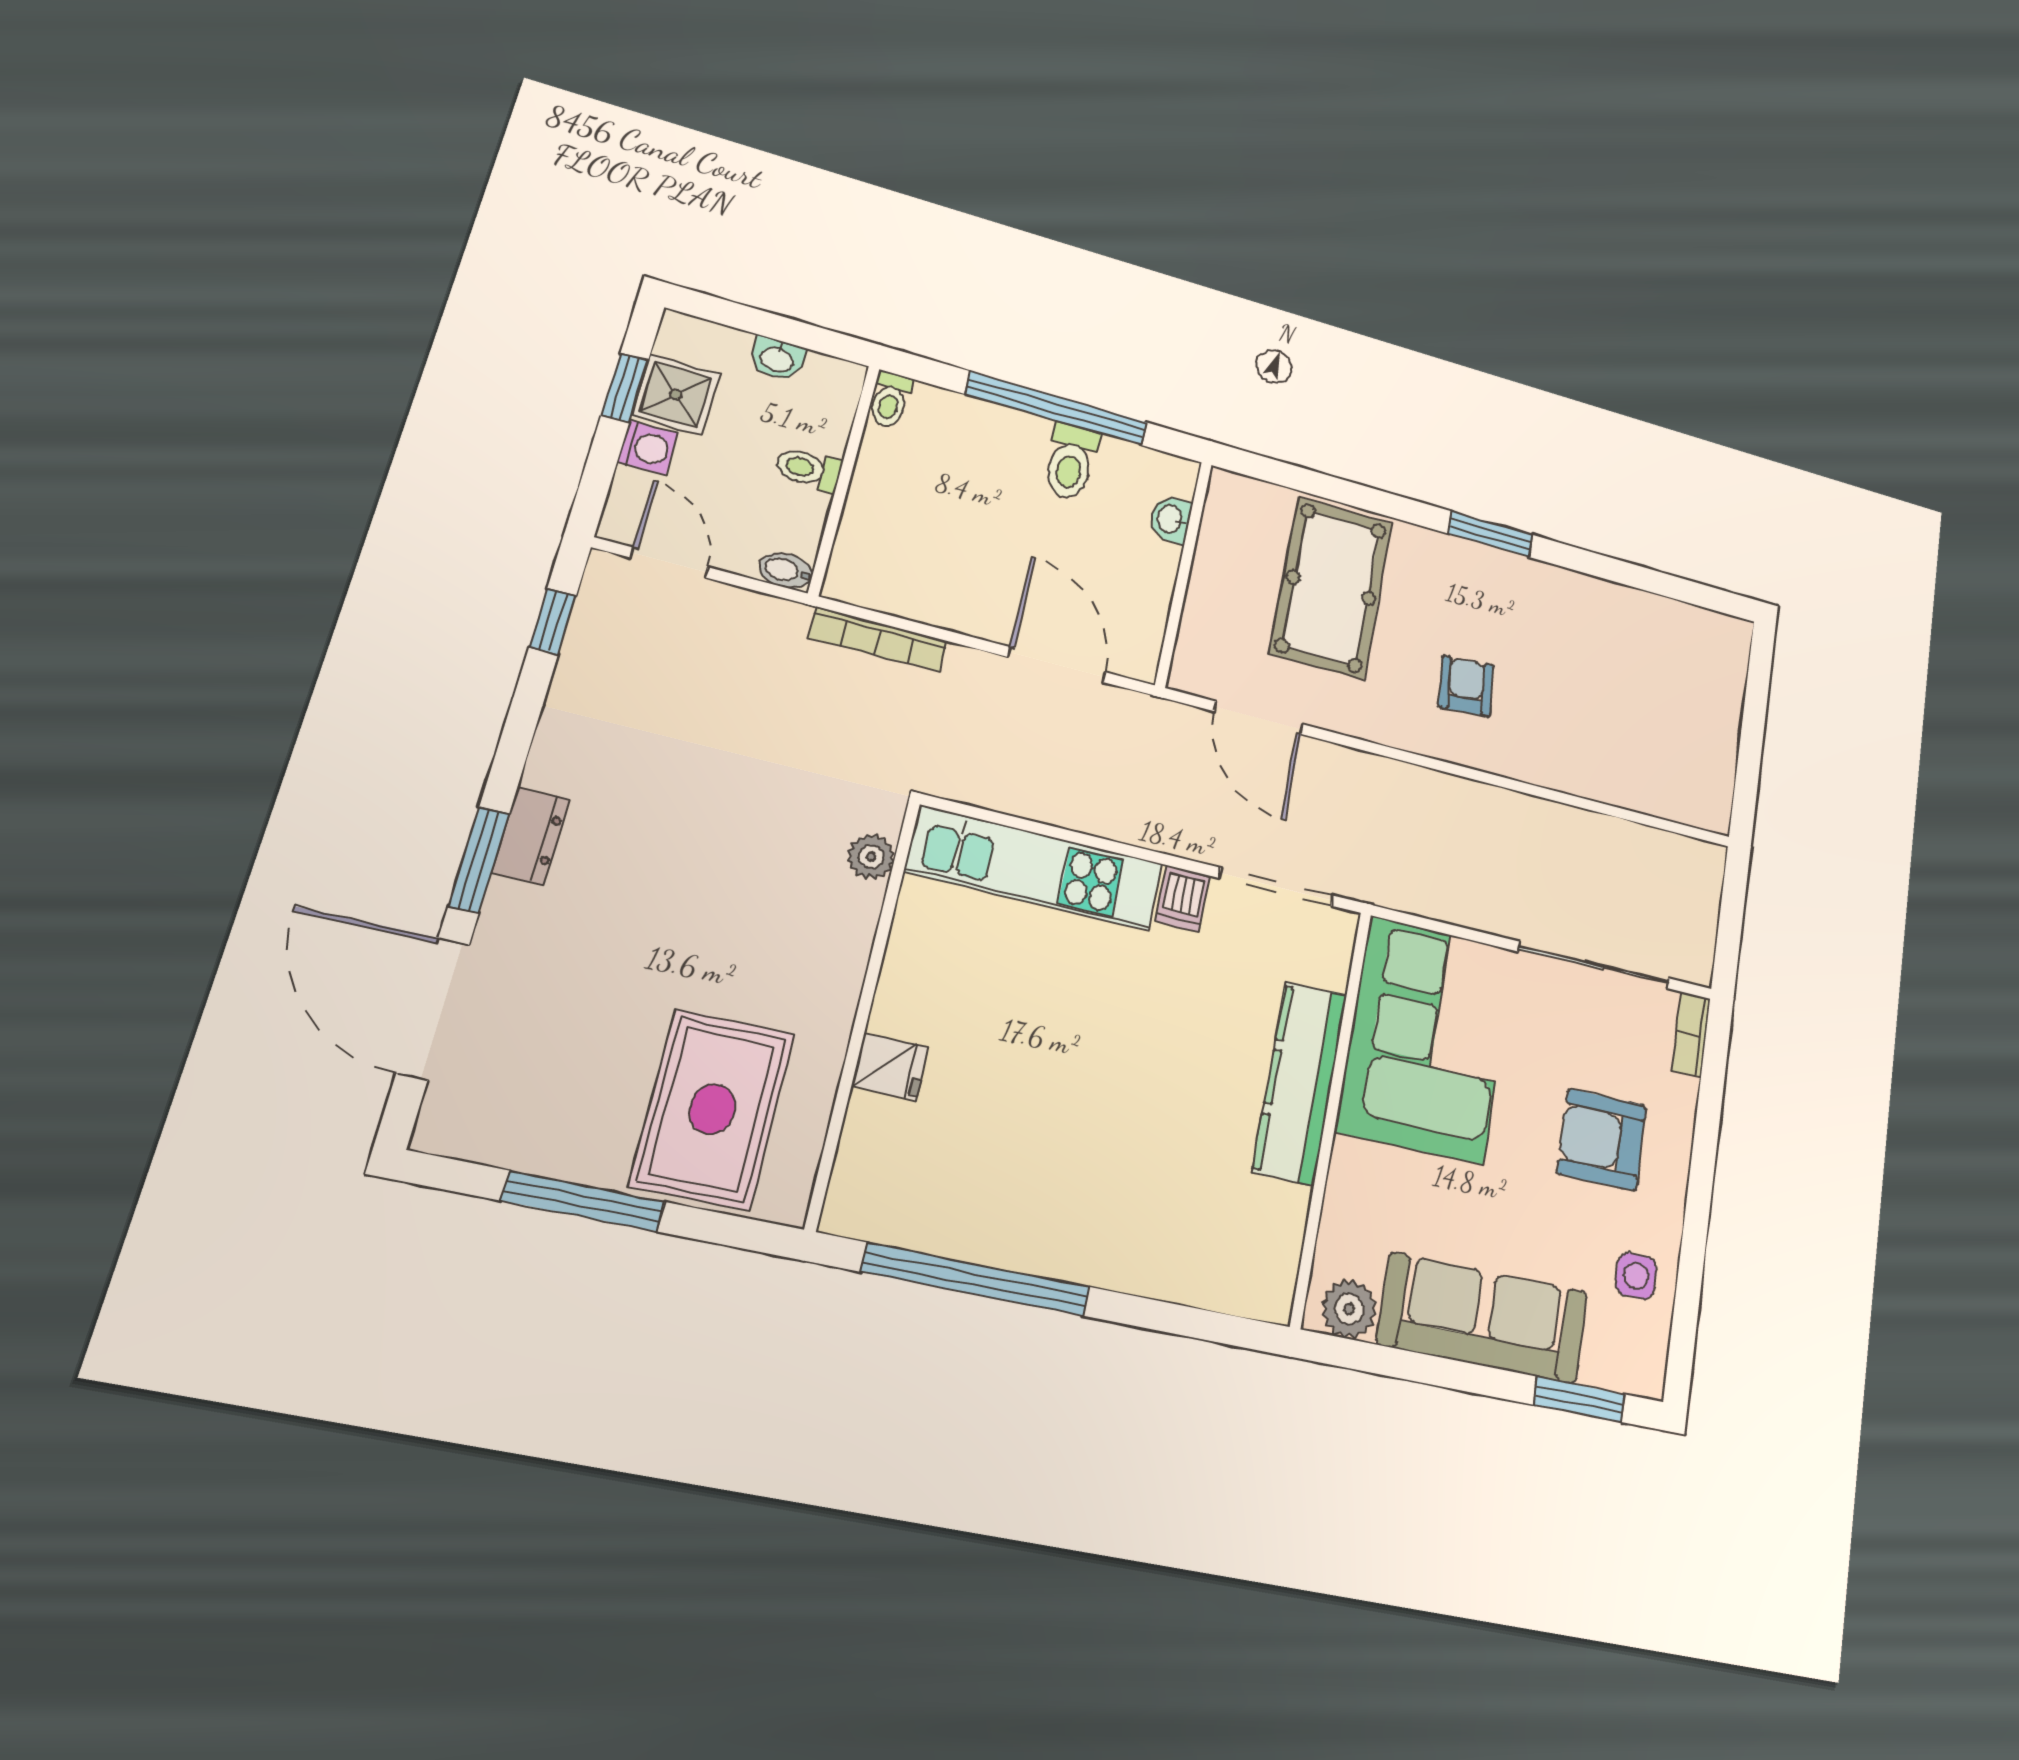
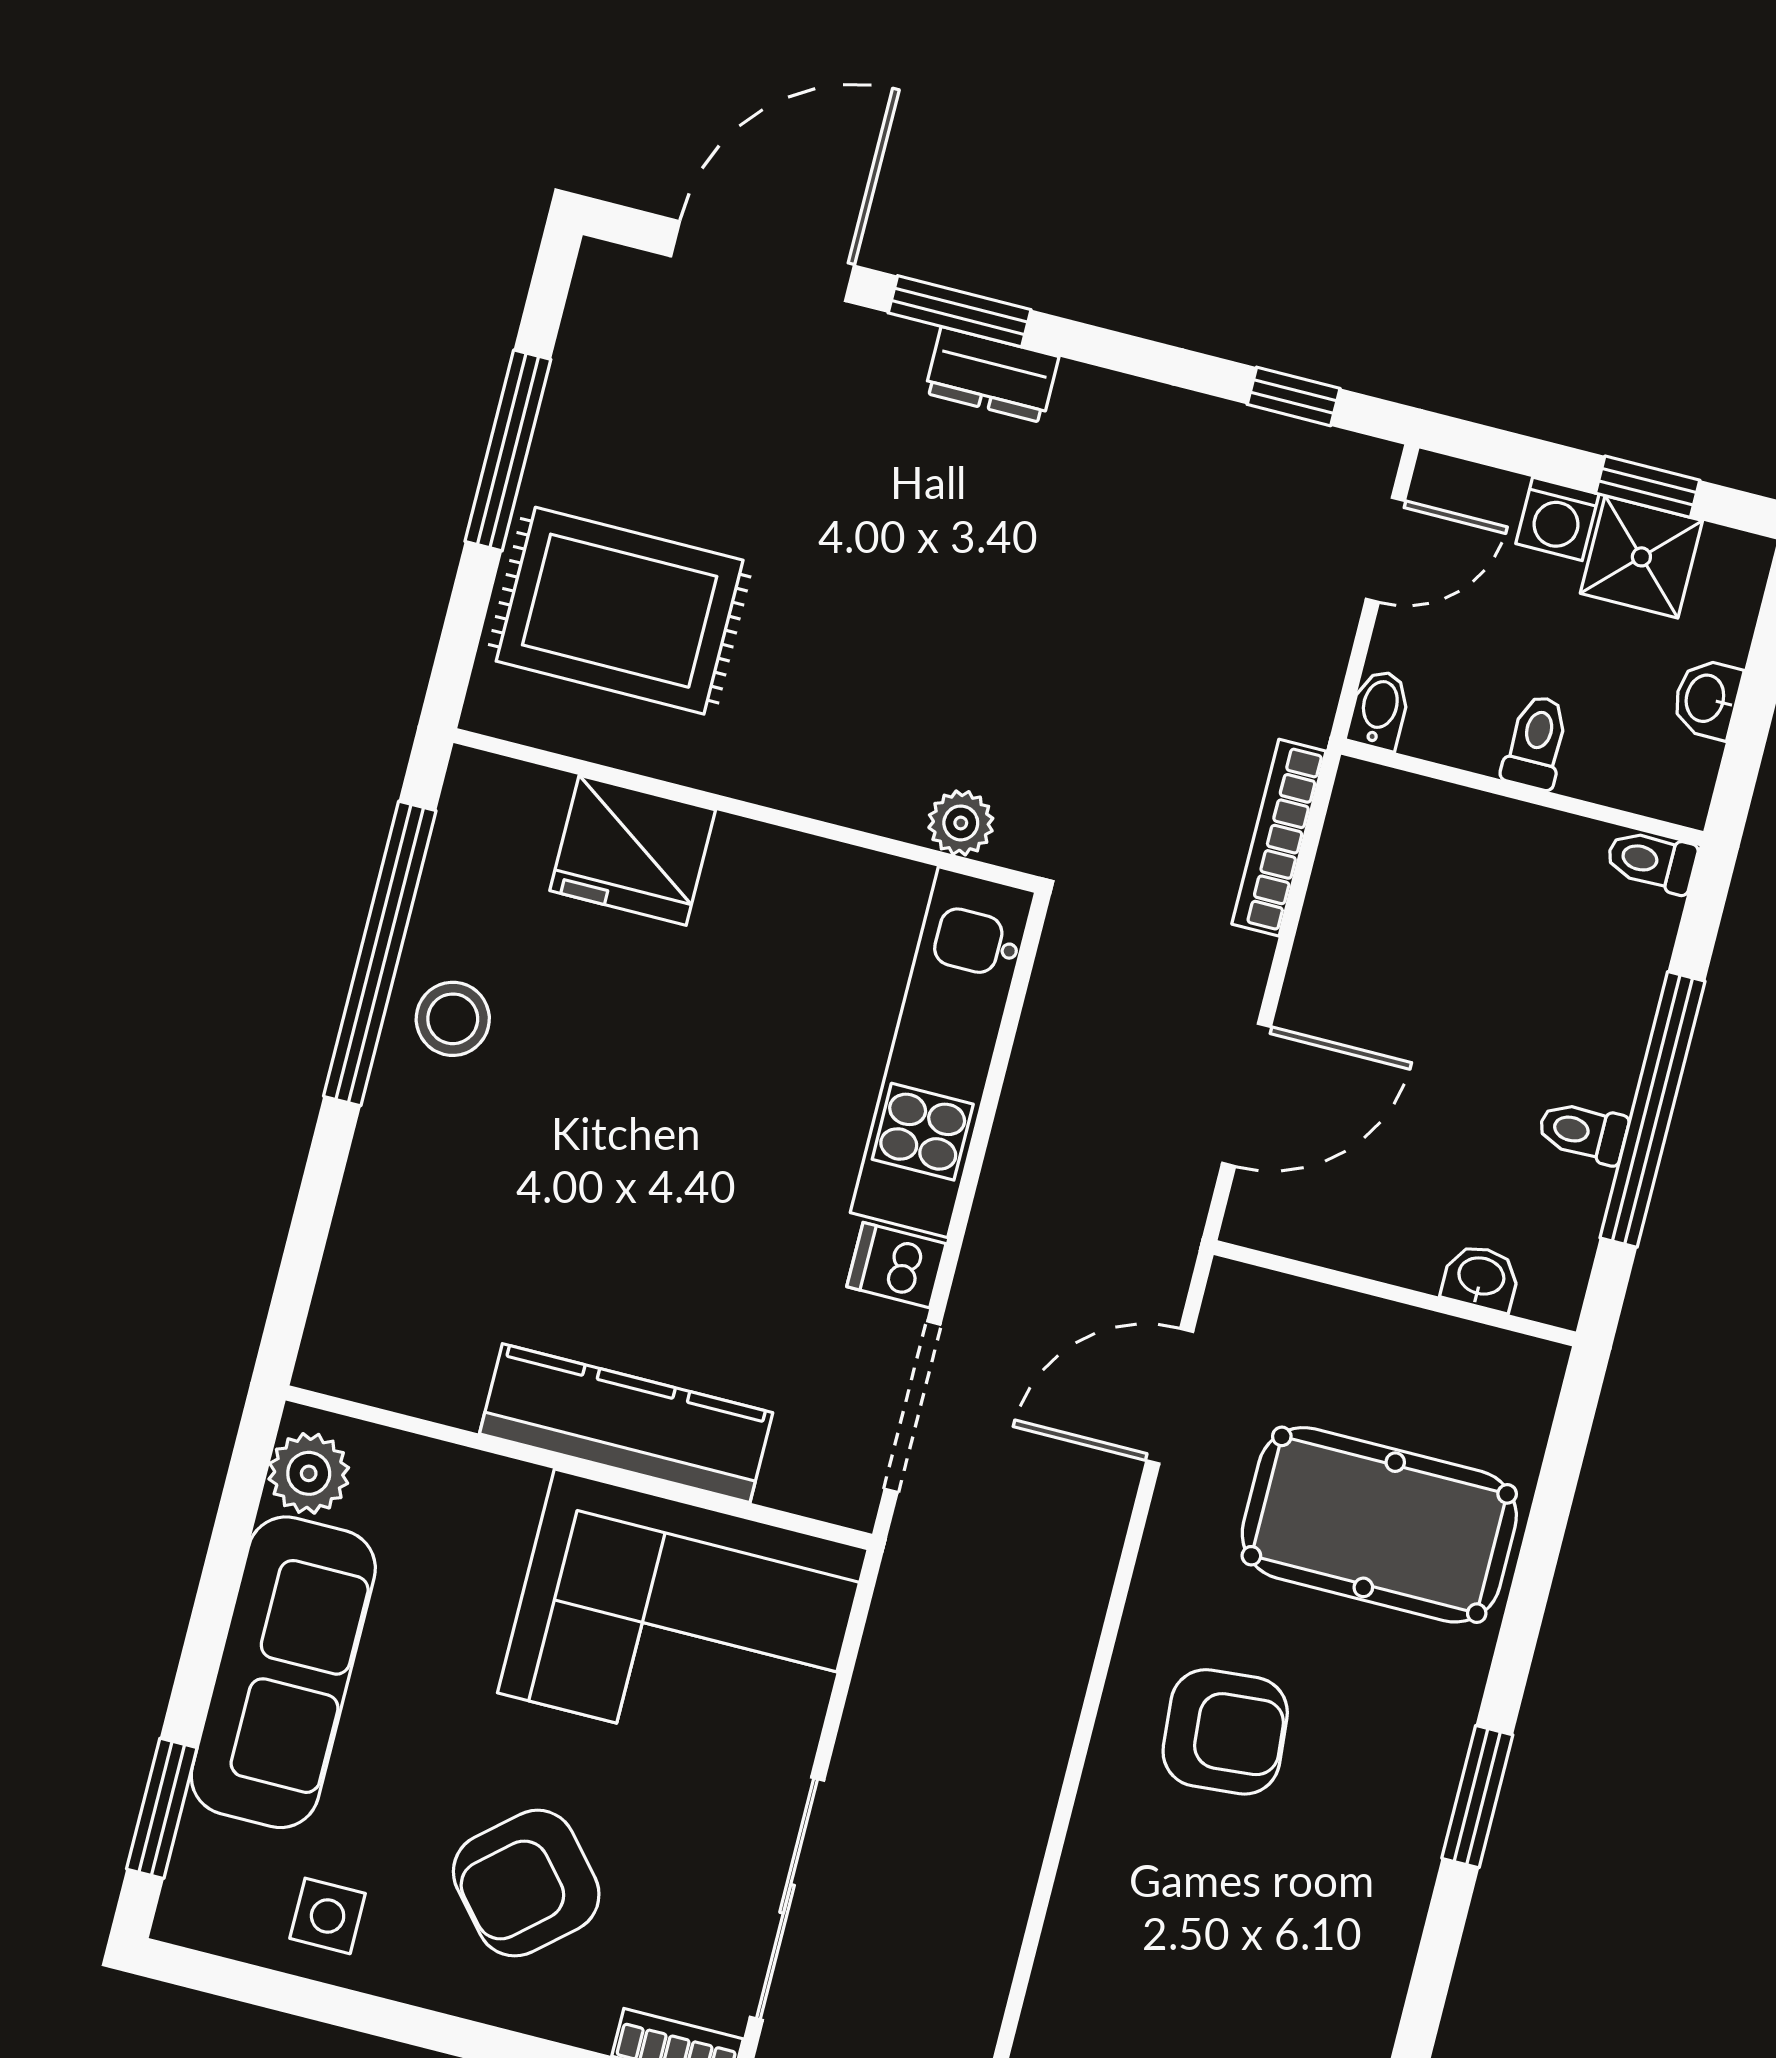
toilet: (1071, 462) -> (1583, 1132), width x0.73, depth x0.72
armchair: (1466, 686) -> (1225, 1732), width x1.38, depth x1.38
fridge: (890, 1067) -> (633, 850), width x1.88, depth x1.34
armchair: (1602, 1140) -> (526, 1883), turned -131
stool: (1023, 1221) -> (453, 1019), added

